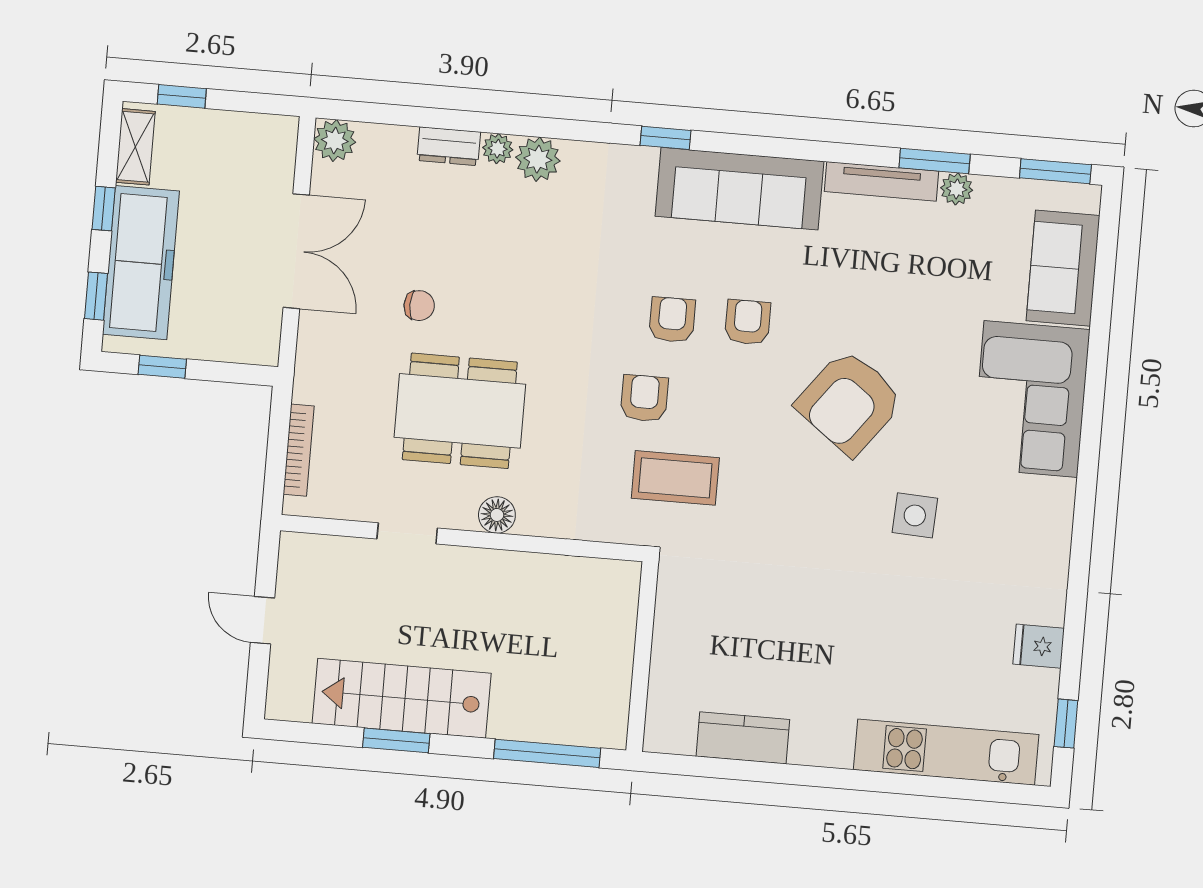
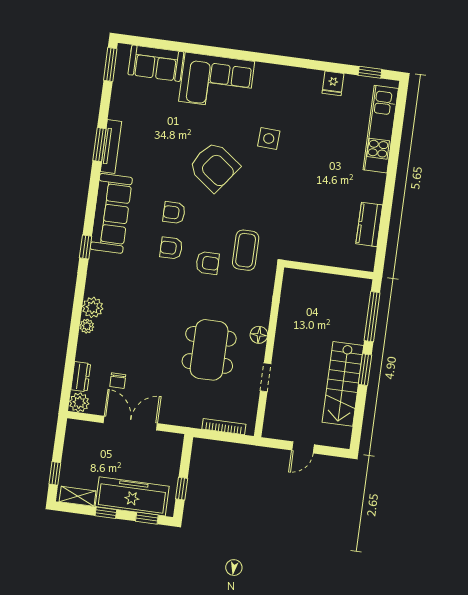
dresser: (449, 146) -> (81, 377), moved
window: (935, 161) -> (99, 145), moved
plant: (957, 189) -> (116, 111), removed
chair: (419, 306) -> (118, 381), moved, turned 180
armchair: (644, 398) -> (207, 263), turned 180
window: (396, 740) -> (365, 370), moved

